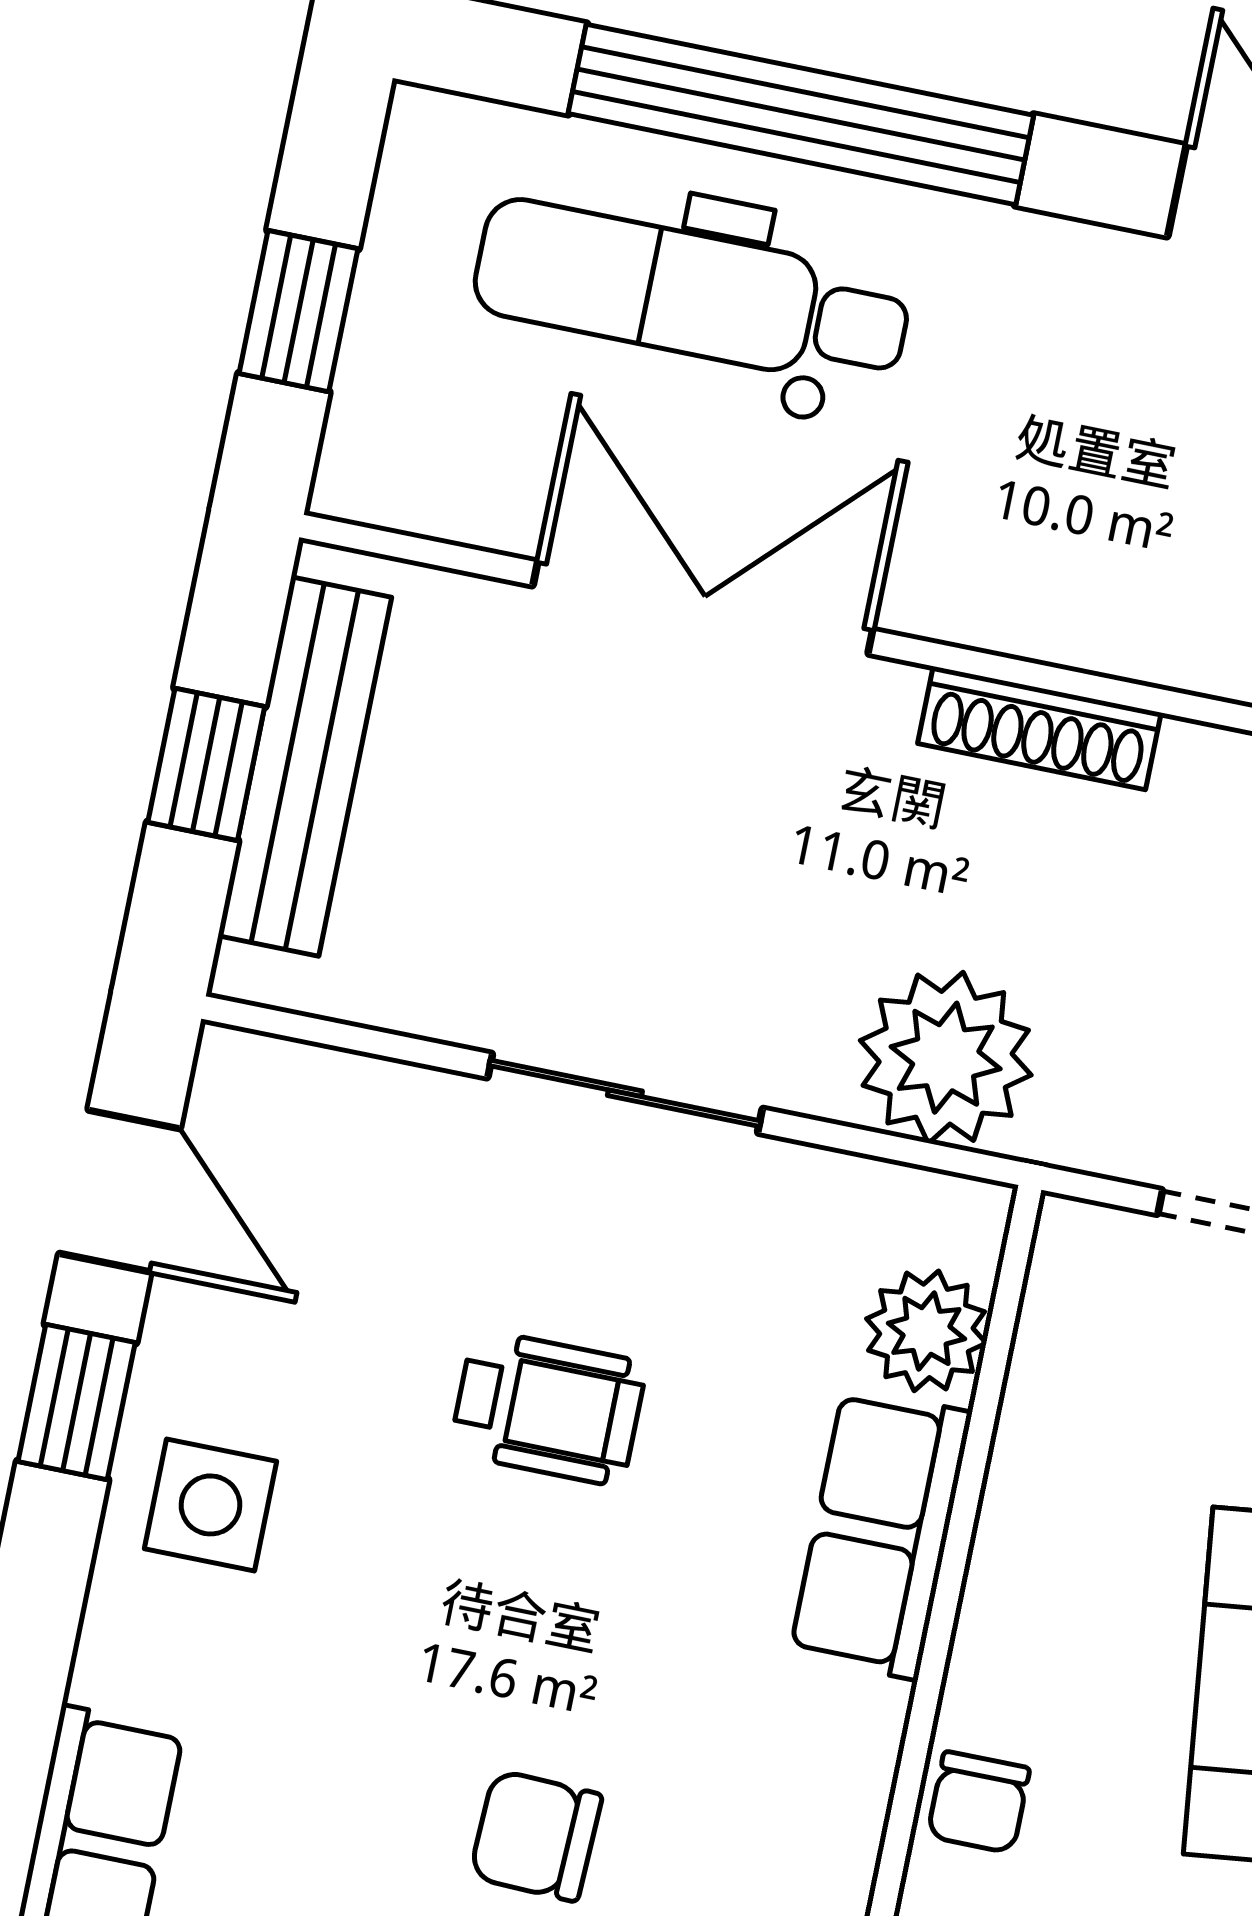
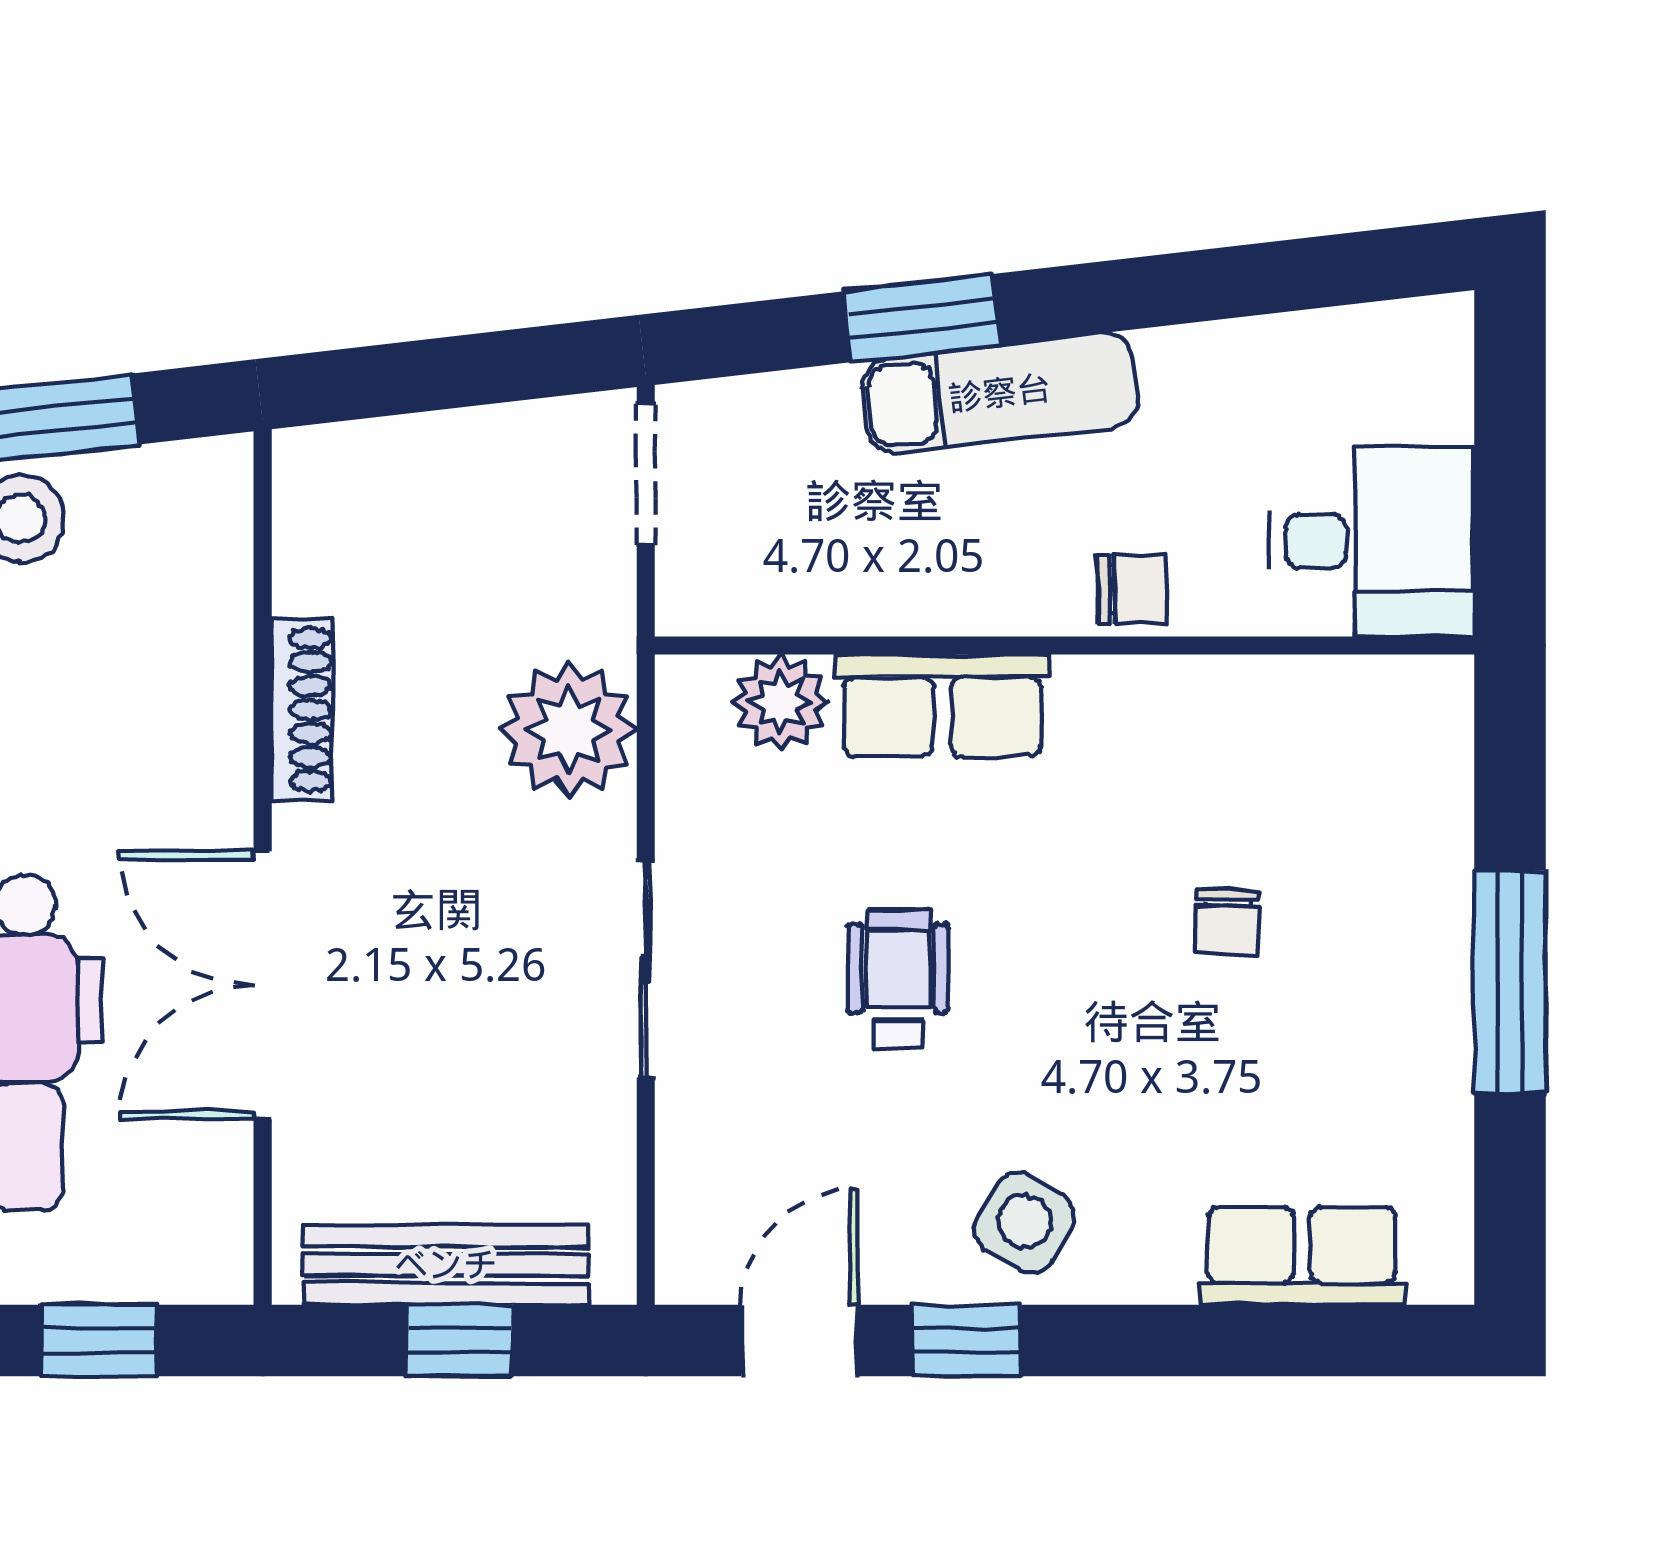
side table: (210, 1505) -> (1025, 1222), turned 30
chair: (536, 1836) -> (1227, 922), width x0.73, depth x0.73

